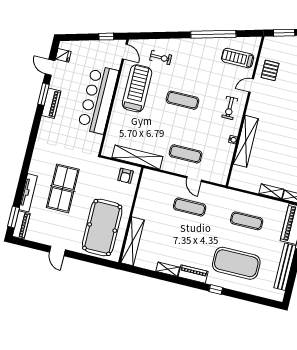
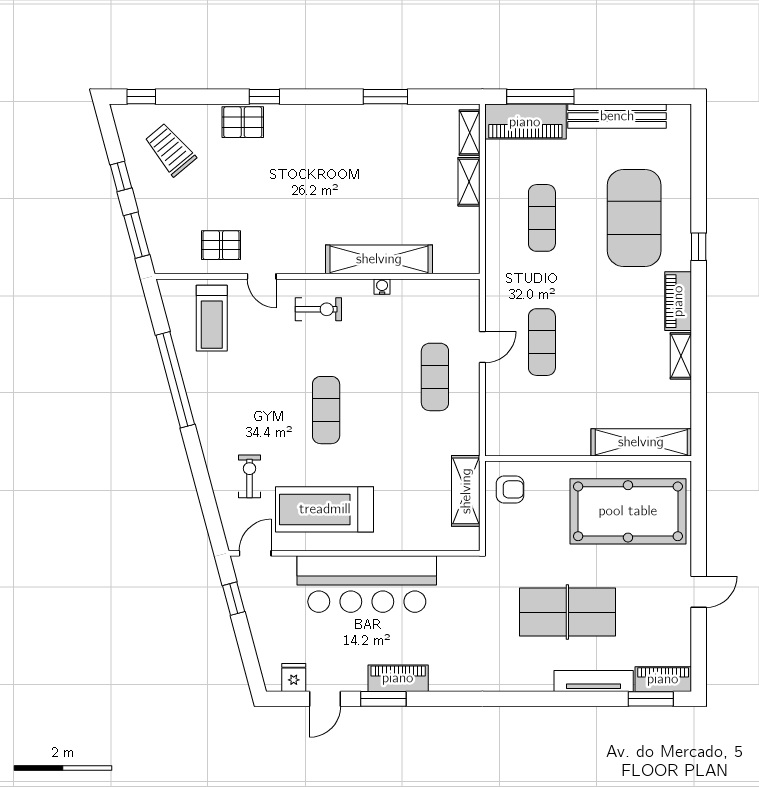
shelving: (137, 157) -> (466, 491), width x0.68

